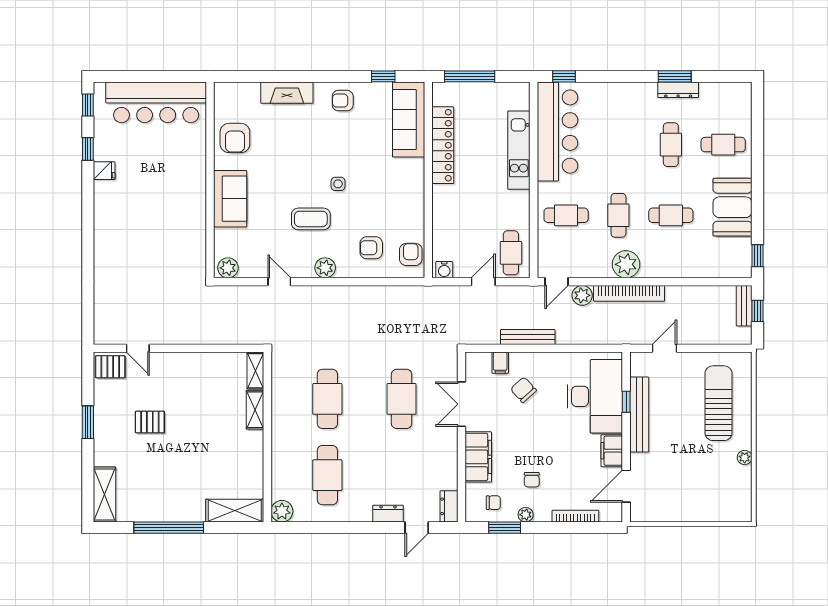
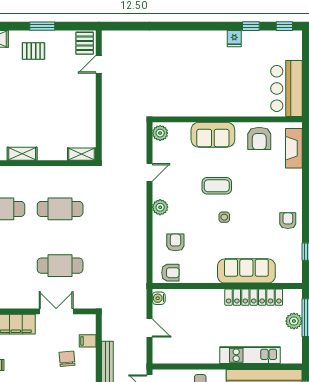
fireplace: (287, 93) -> (294, 148), moved
plant: (474, 93) -> (294, 321), added
bar counter: (156, 102) -> (286, 88), width x0.73
sofa: (409, 120) -> (246, 271), moved
armchair: (235, 138) -> (259, 138), turned -90
coffee table: (311, 219) -> (217, 186), moved, turned 90
cafe table: (511, 253) -> (172, 349), removed
chair: (523, 390) -> (67, 359), turned -53
shelving: (255, 410) -> (22, 154), moved
pallet: (150, 422) -> (33, 51), moved, turned 90

